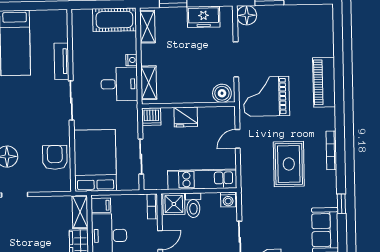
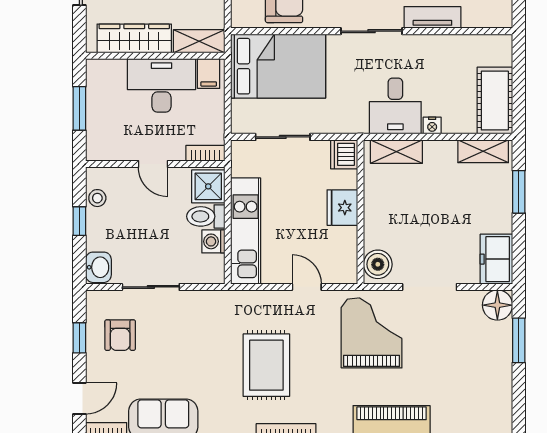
freezer: (204, 17) -> (496, 259), moved
rug: (289, 164) -> (266, 365), turned 90
washing machine: (228, 200) -> (213, 241), moved

